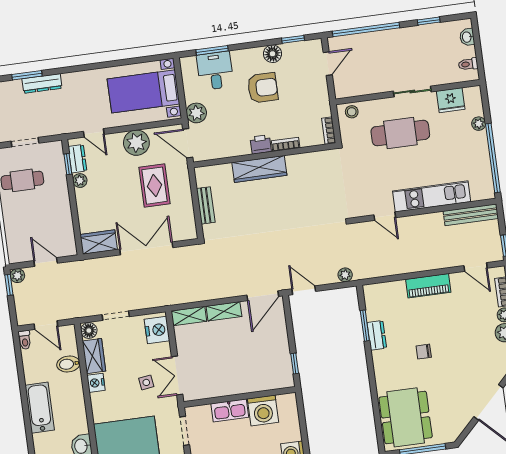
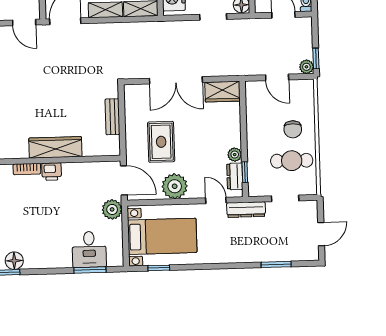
floor lamp: (272, 54) -> (14, 261), moved
window: (144, 60) -> (159, 268), added
dresser: (42, 83) -> (246, 210), moved, turned 180
armchair: (263, 88) -> (44, 228), removed
chair: (25, 212) -> (293, 129), added

